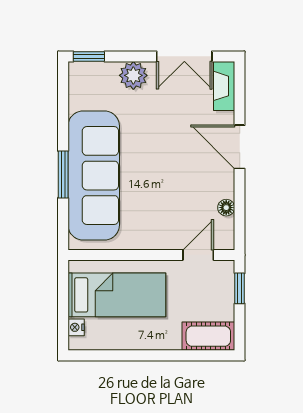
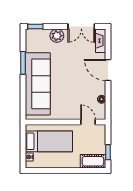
window: (63, 174) -> (23, 63), moved
door: (198, 255) -> (88, 122), hinge flipped
window: (240, 288) -> (108, 152), moved

